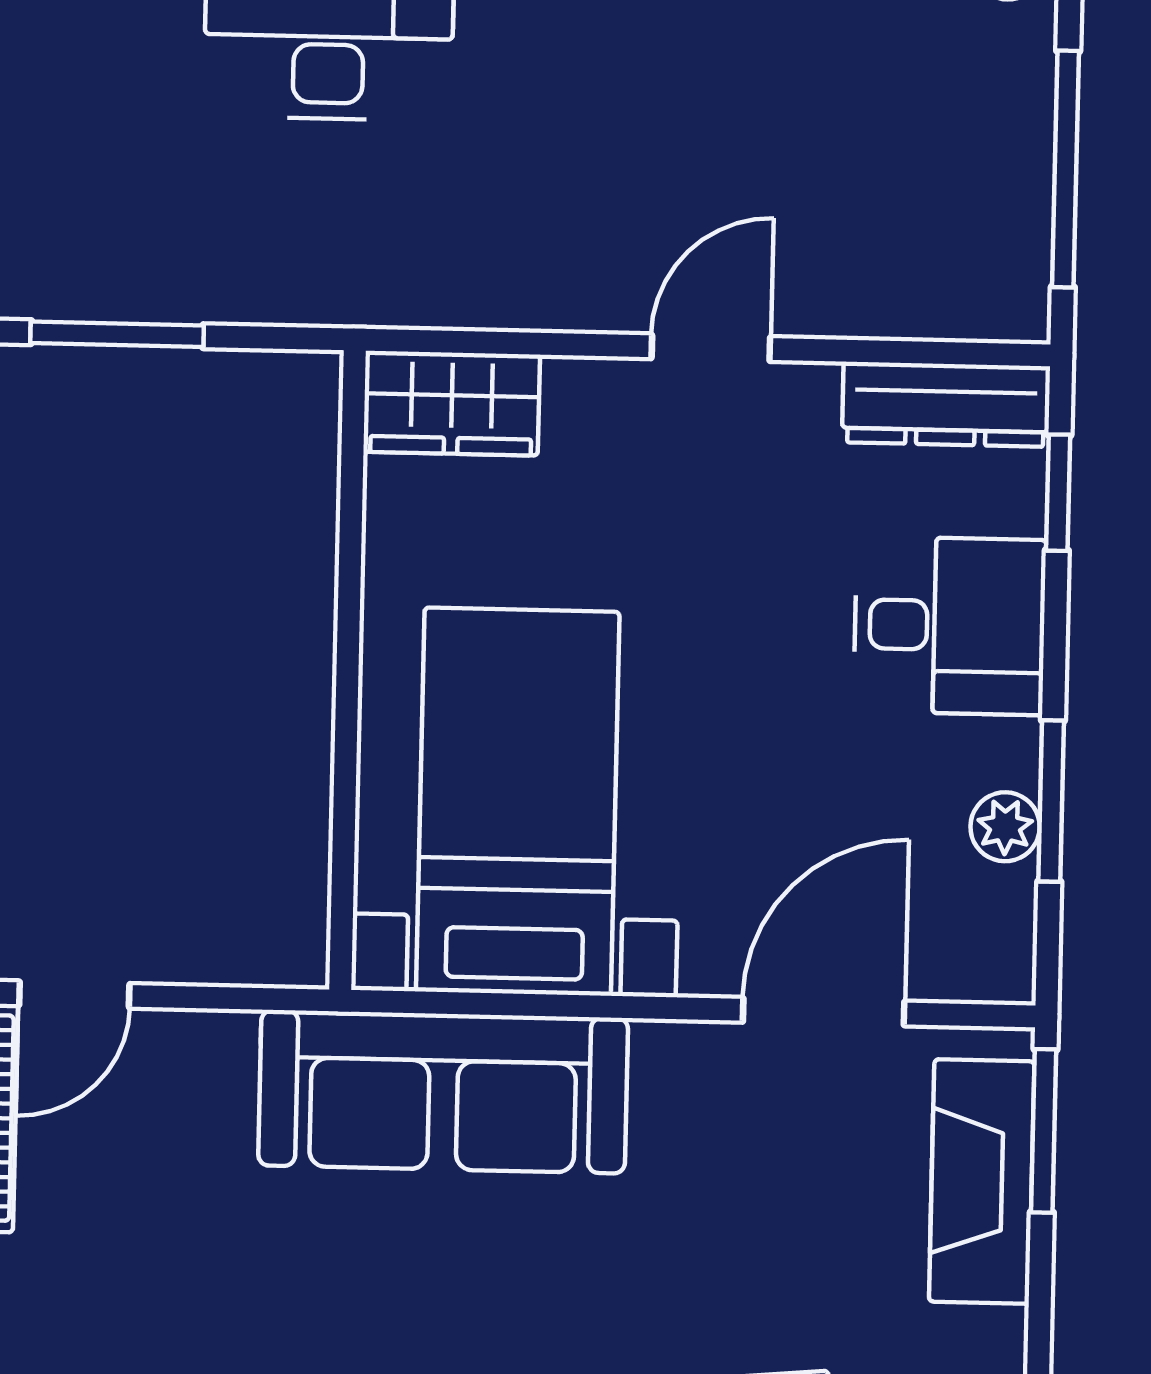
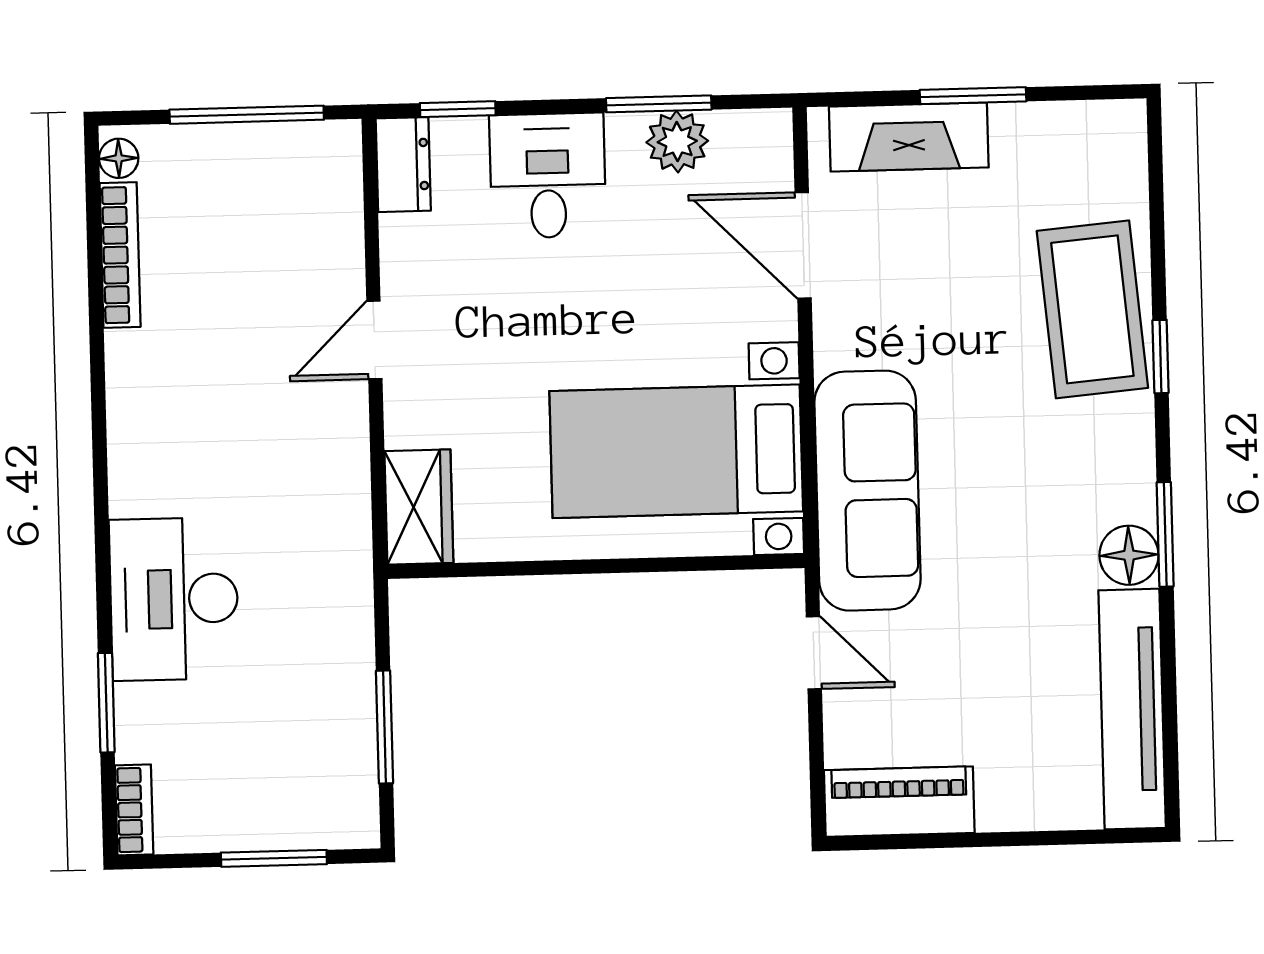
door: (711, 348) -> (374, 340), hinge flipped
dresser: (946, 404) -> (403, 165), width x0.70
plant: (1005, 827) -> (677, 142), width x1.38, depth x1.38
door: (74, 995) -> (814, 653), moved
window: (1044, 1131) -> (973, 96), moved

